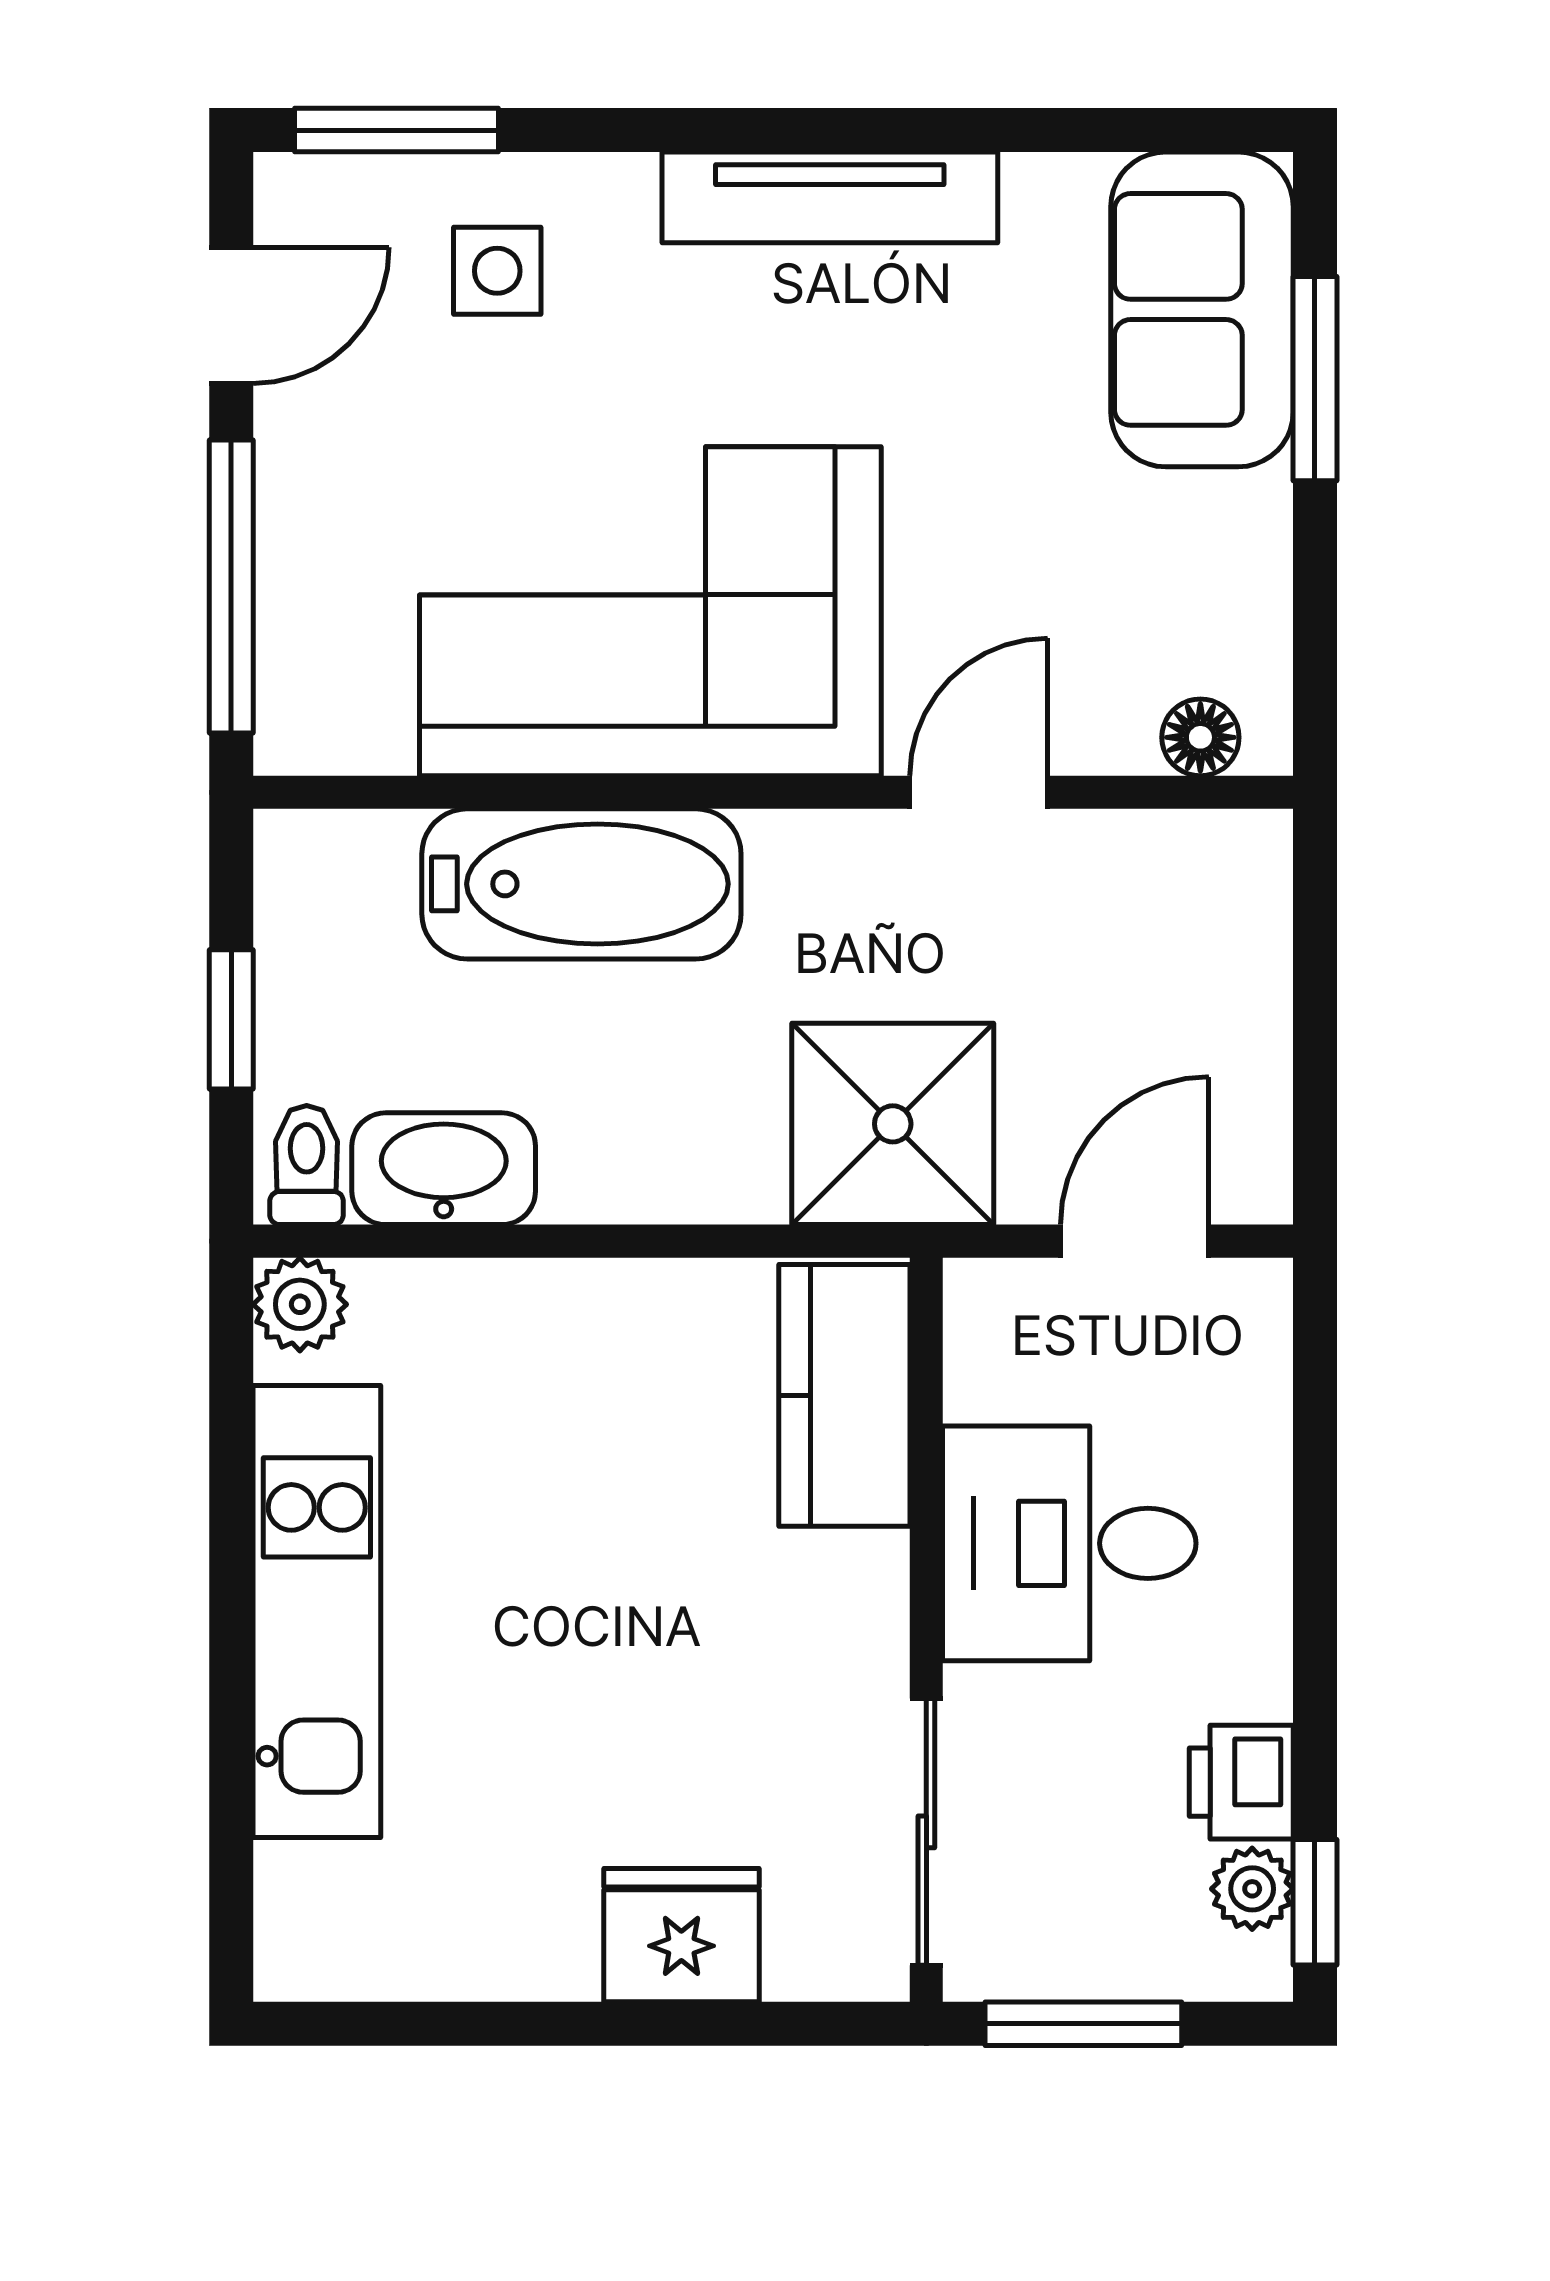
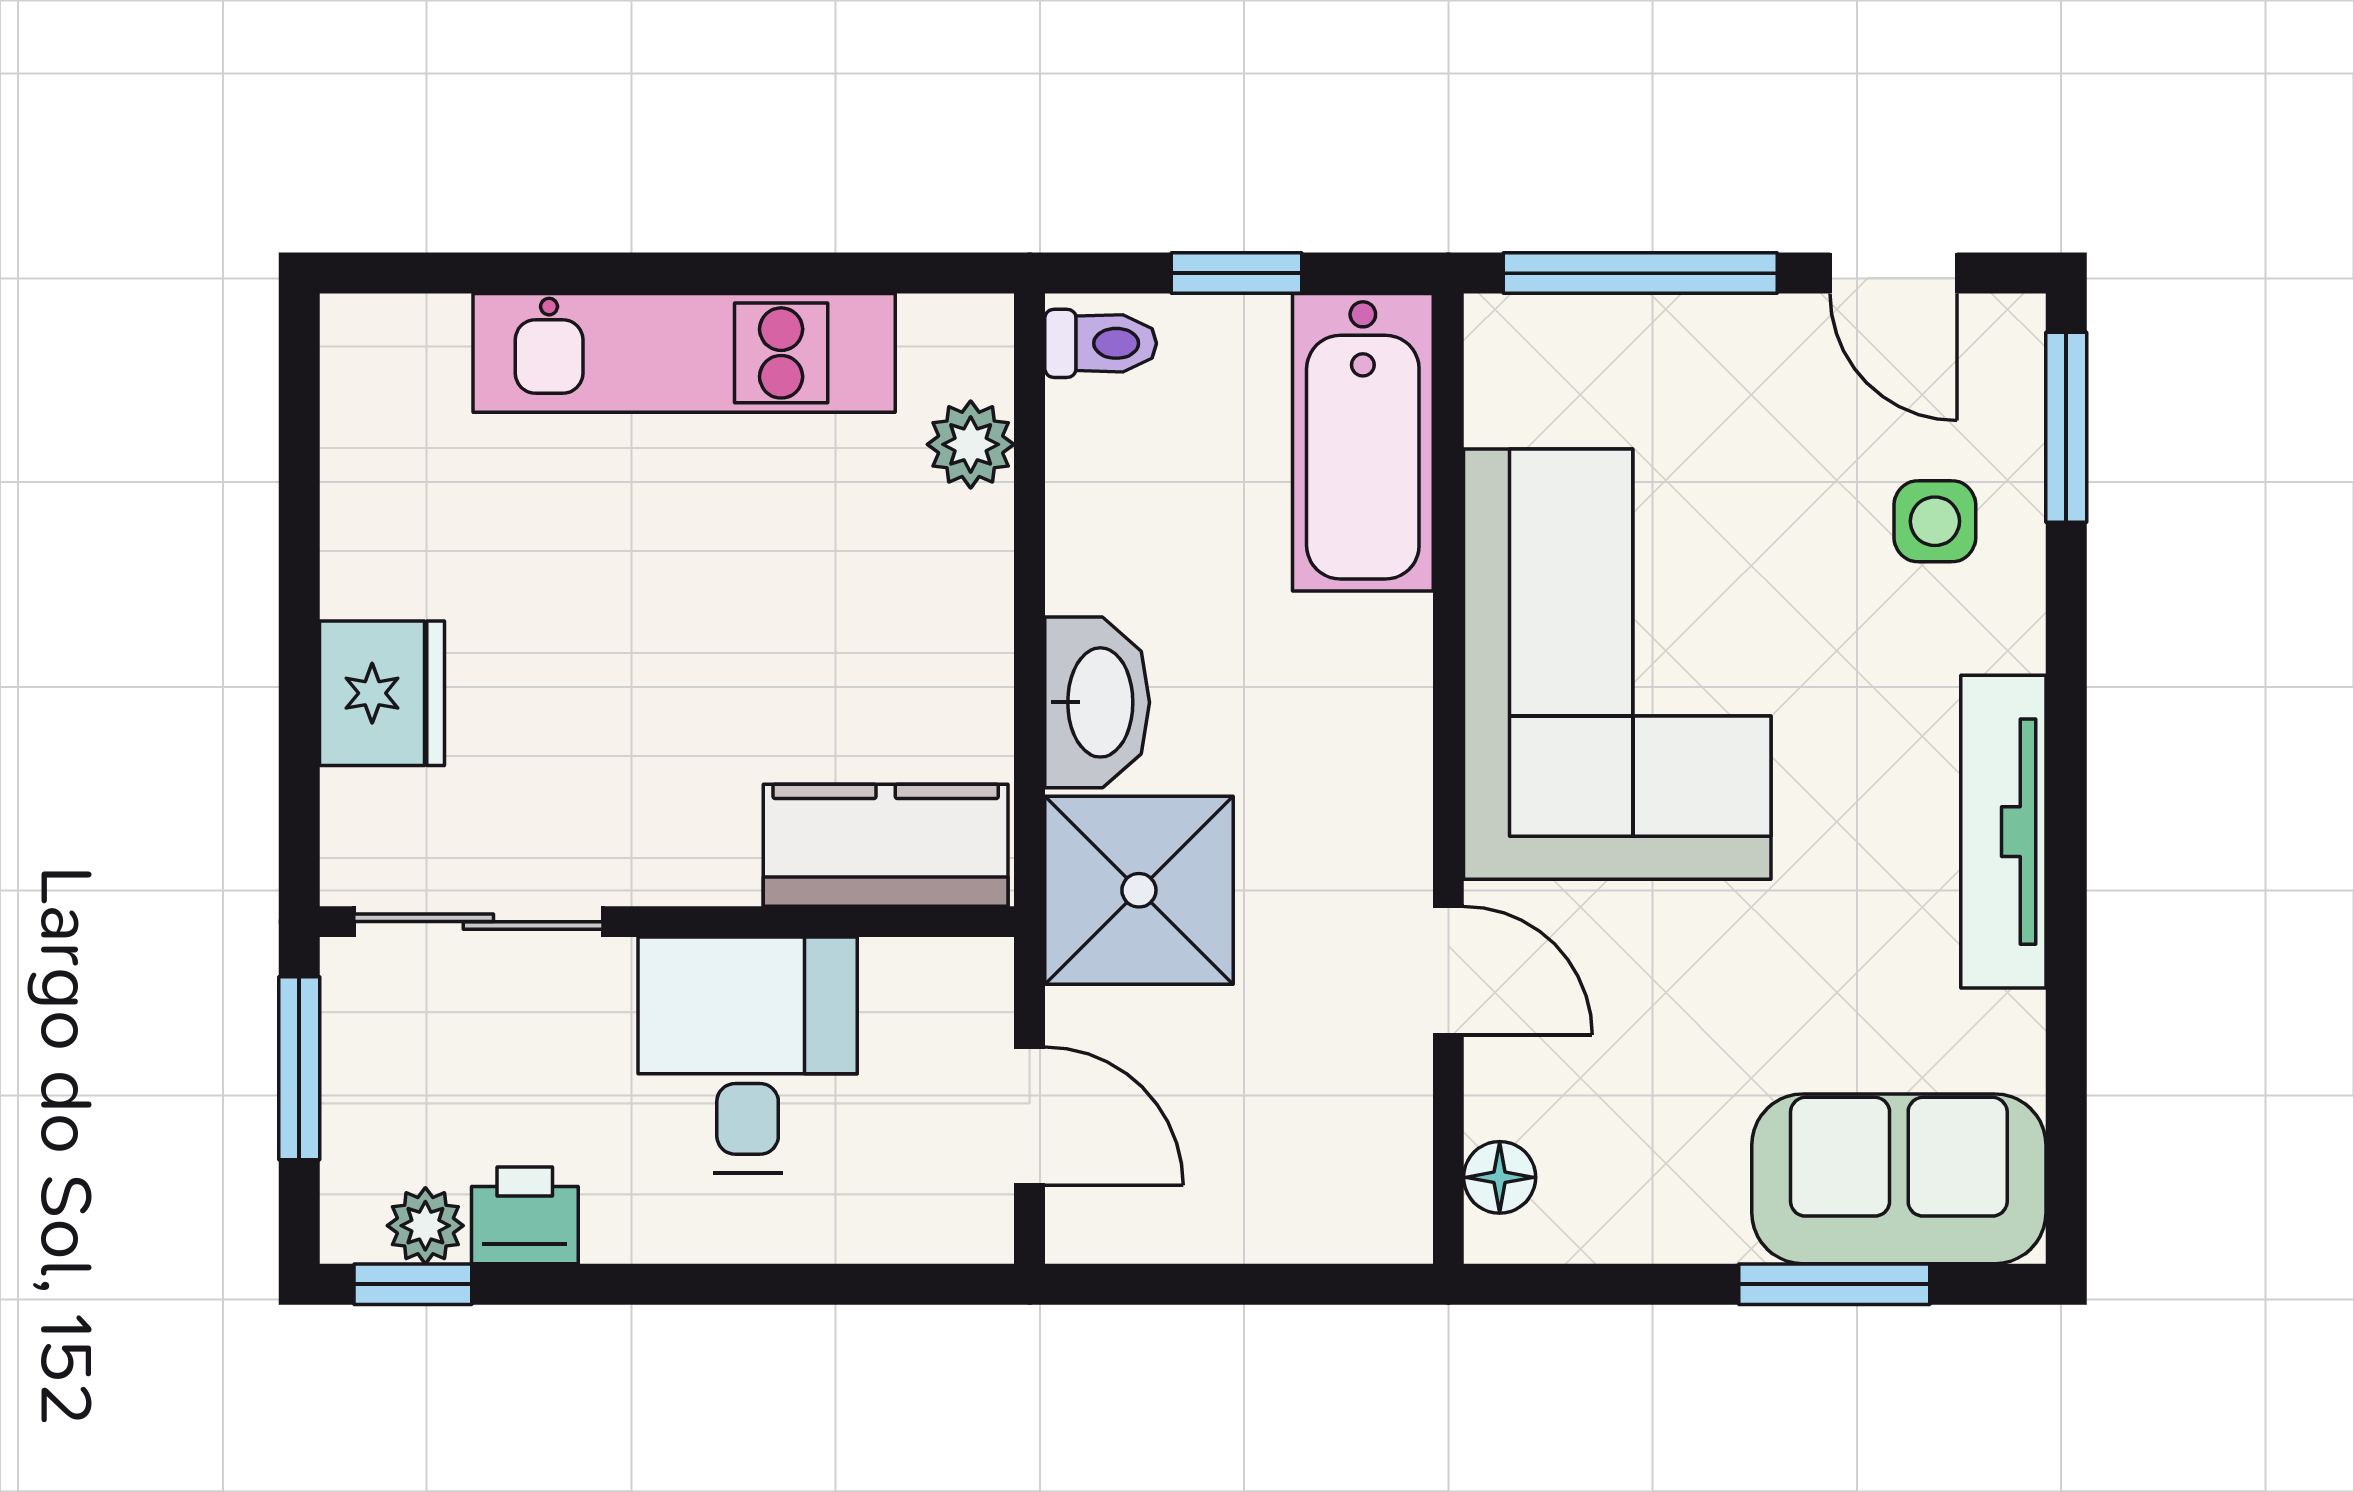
bathtub: (581, 884) -> (1363, 442), moved
washbasin: (444, 1169) -> (1097, 702), moved
plant: (300, 1304) -> (971, 444), moved

